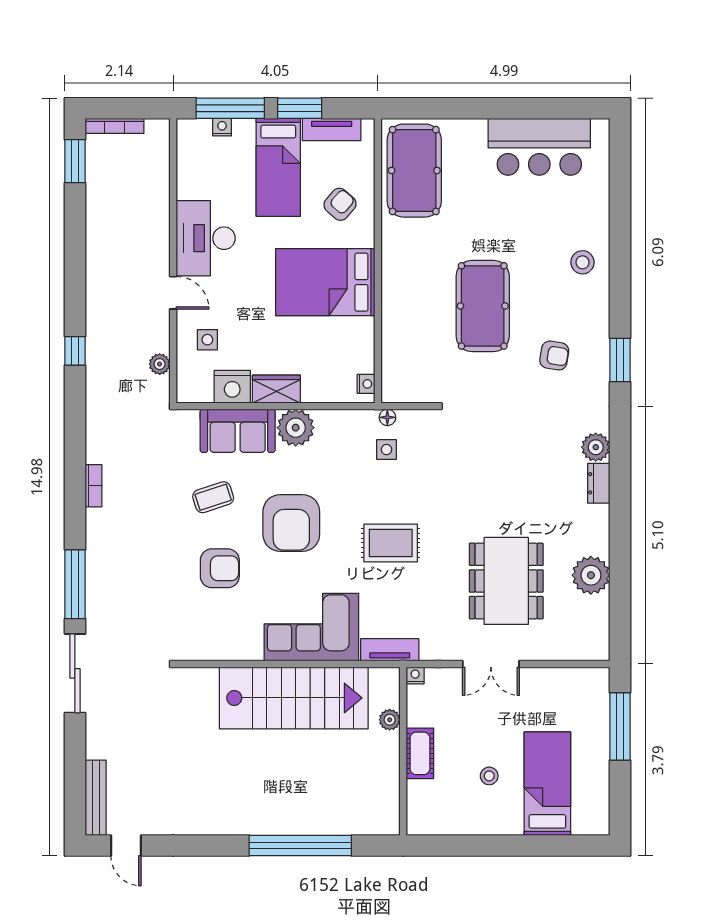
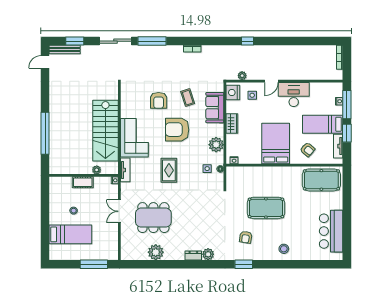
window: (75, 161) -> (75, 41), moved
nightstand: (232, 387) -> (233, 93), moved
plant: (296, 428) -> (216, 145), moved

